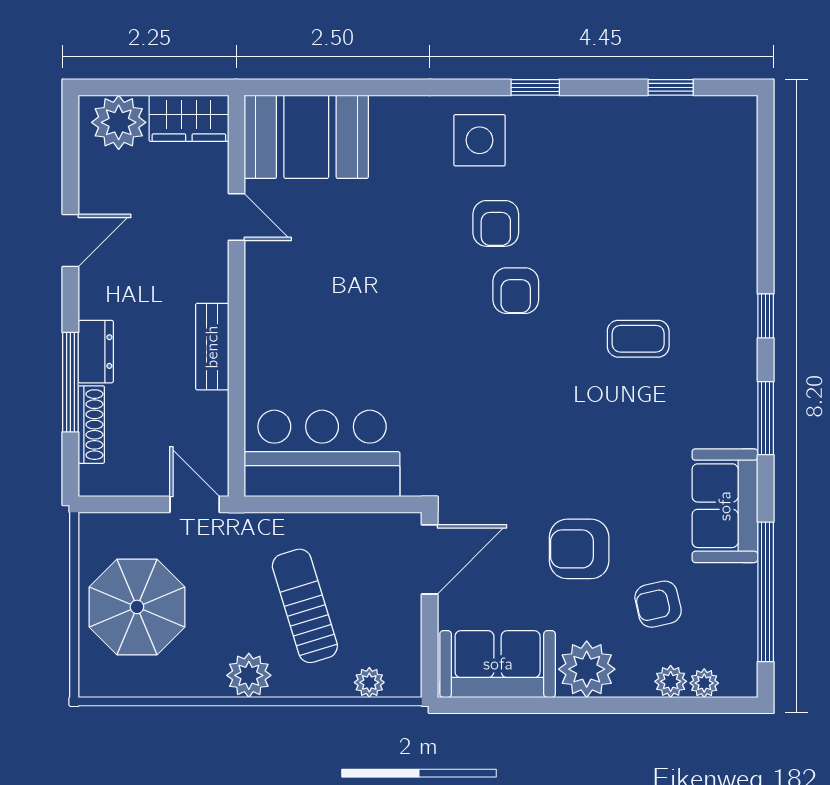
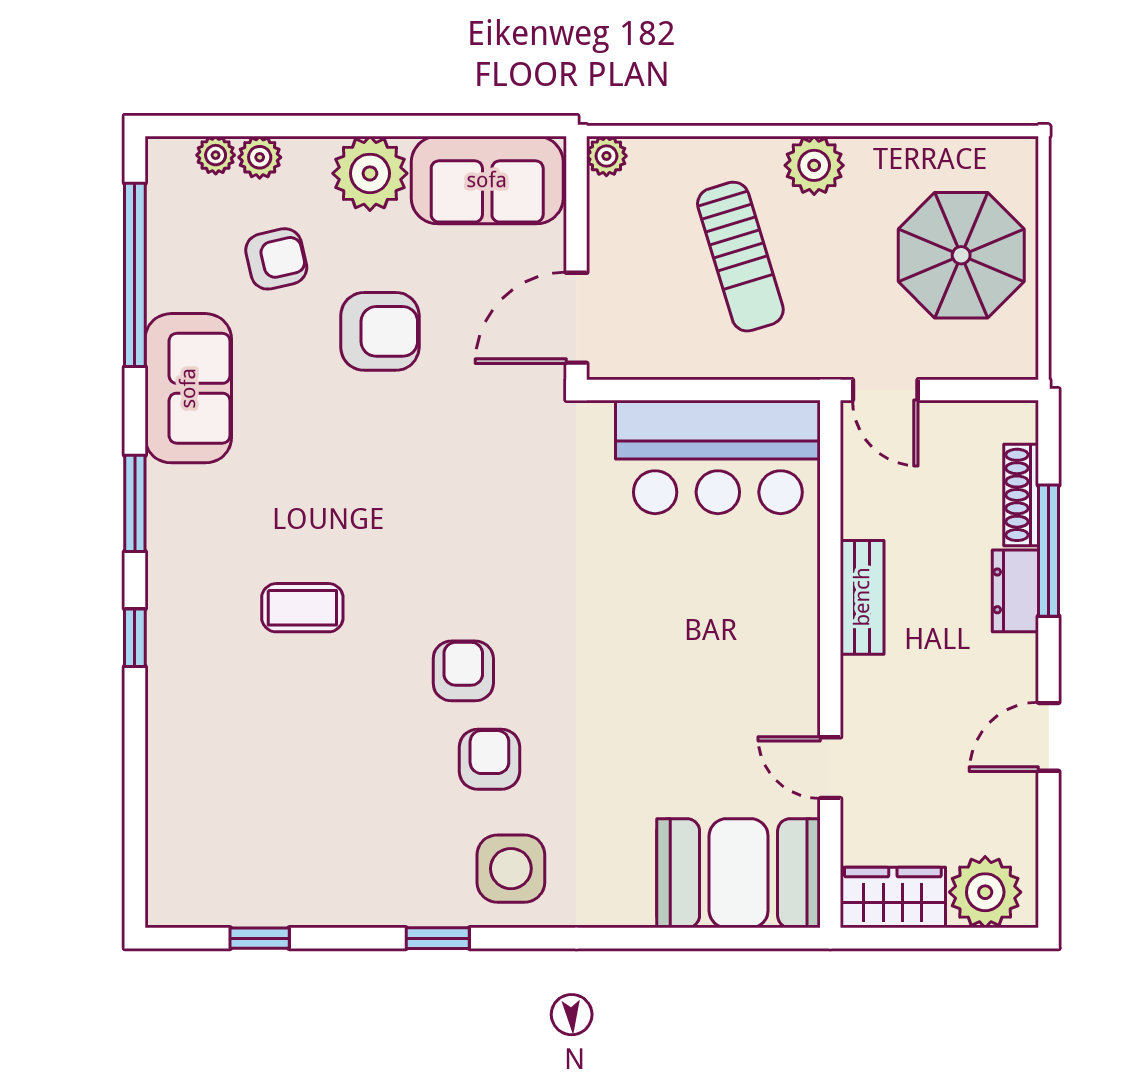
plant: (369, 682) -> (606, 156), moved

